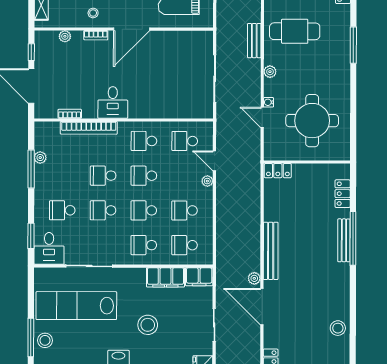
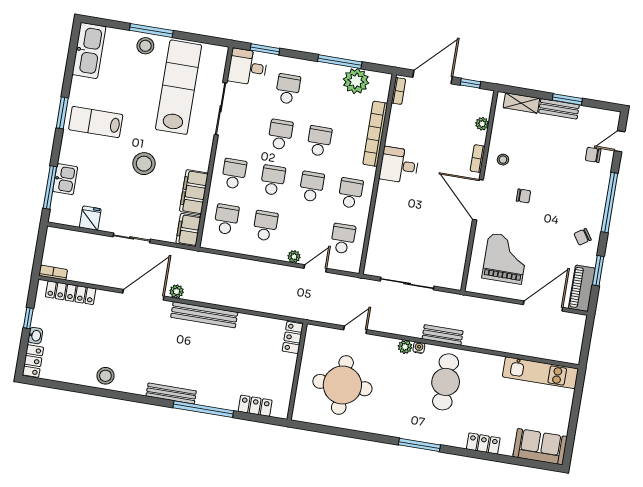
water cooler: (269, 102) -> (419, 348), moved
bookcase: (70, 114) -> (398, 91), moved
plant: (40, 158) -> (356, 81), width x1.87, depth x1.87
bench: (344, 240) -> (171, 393), moved

